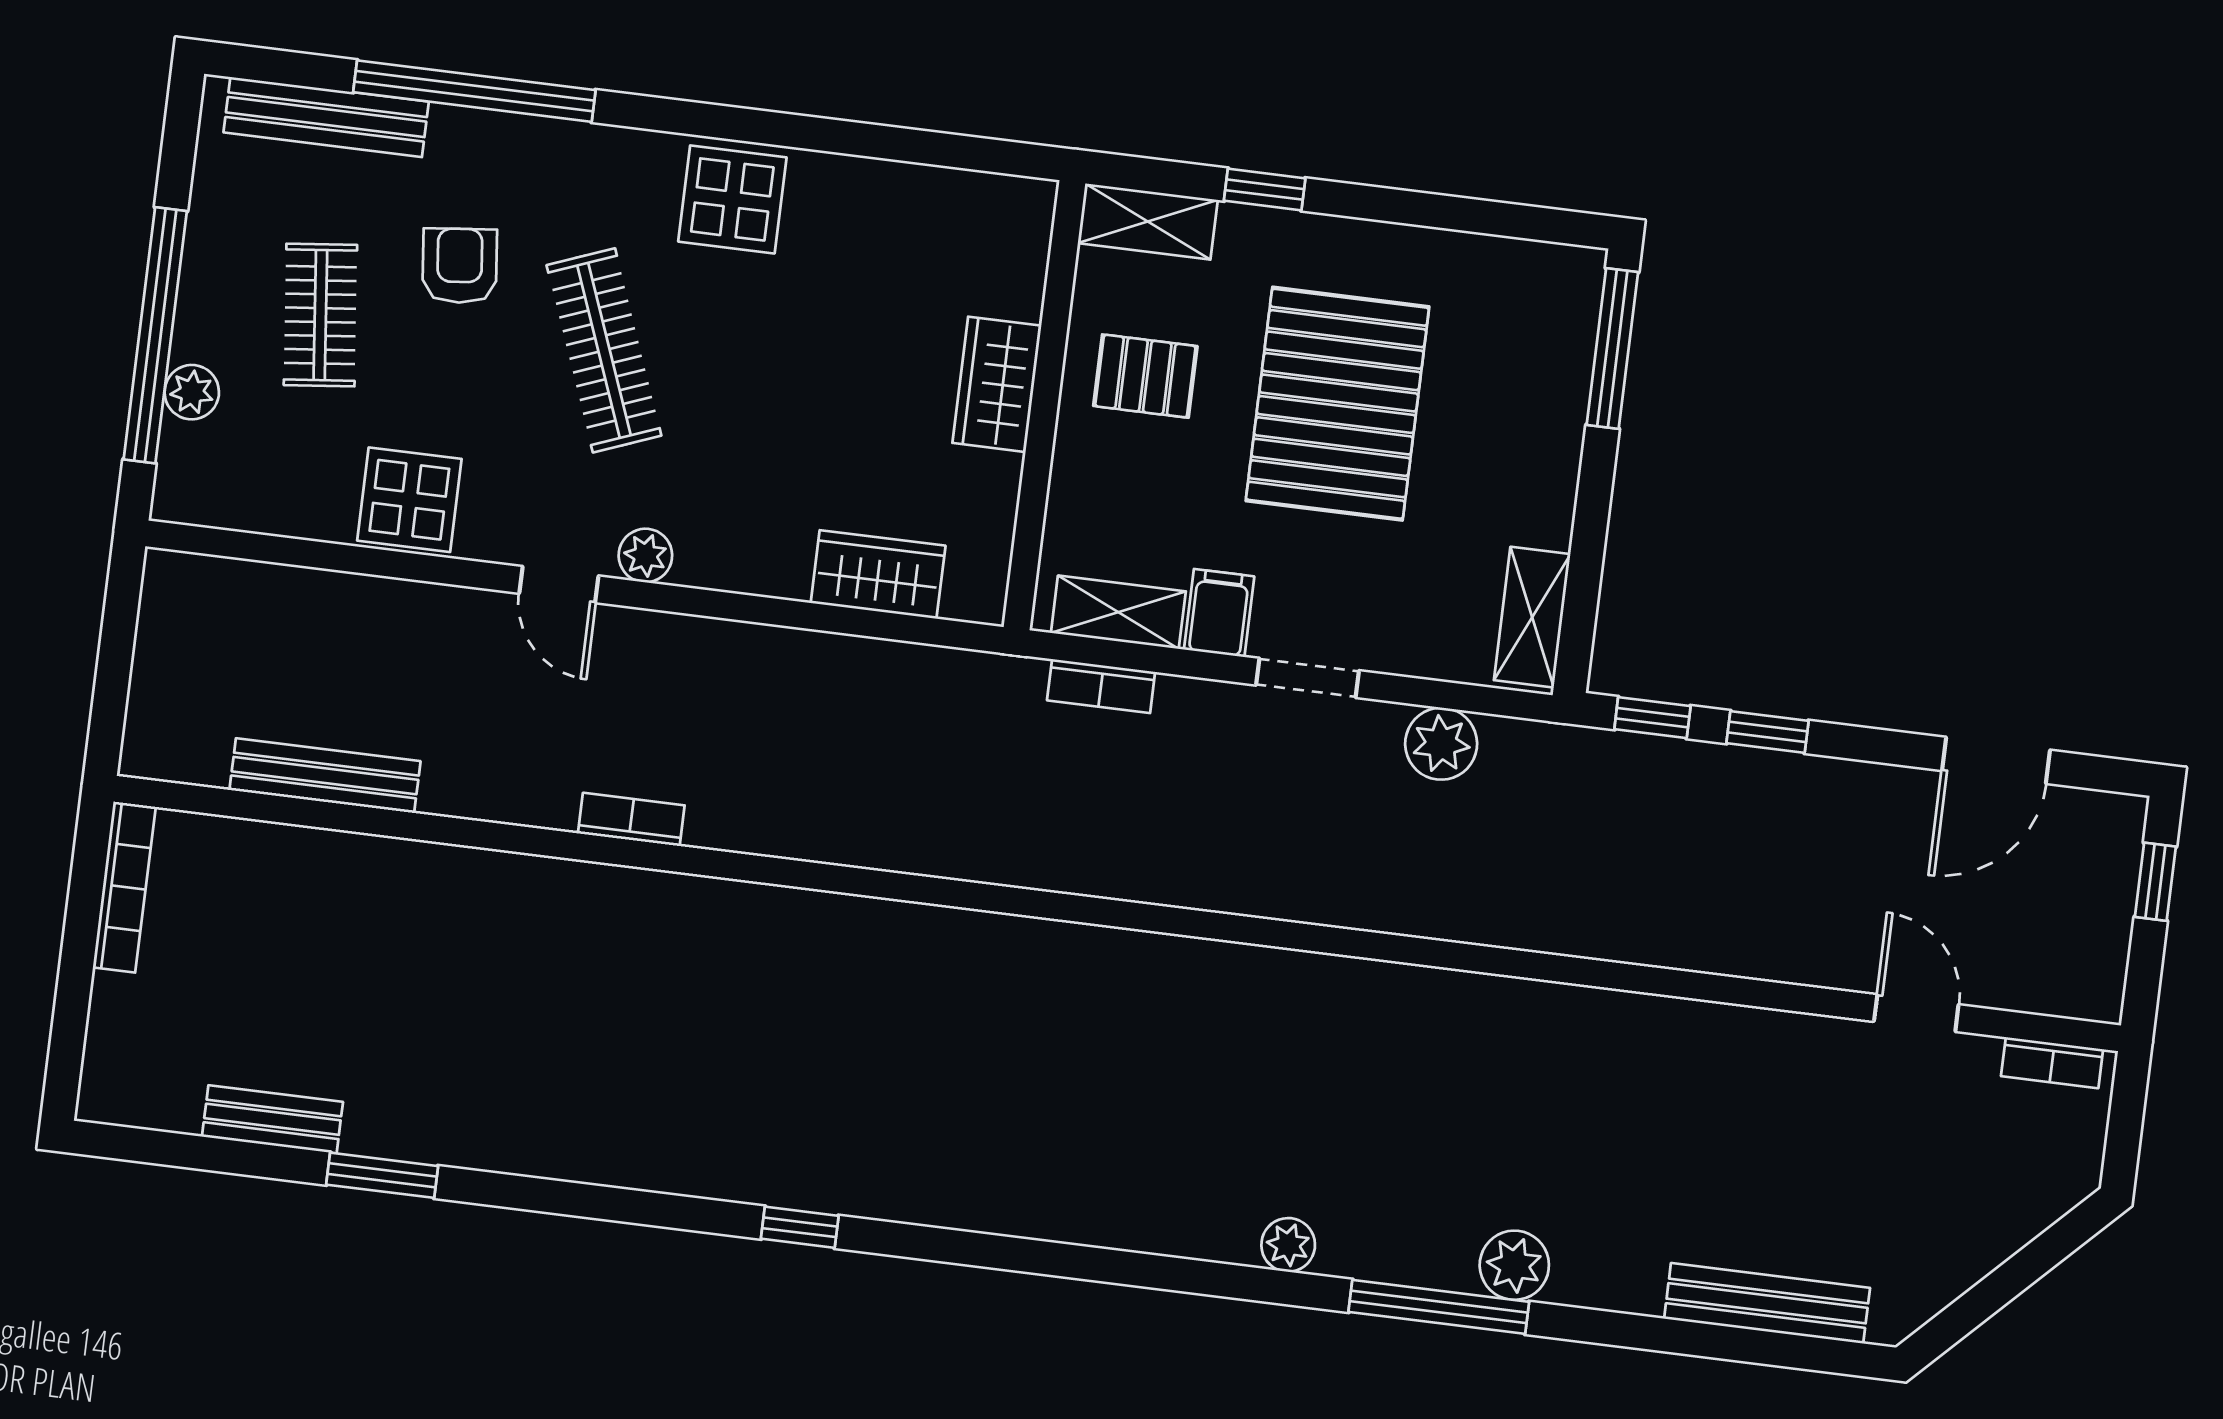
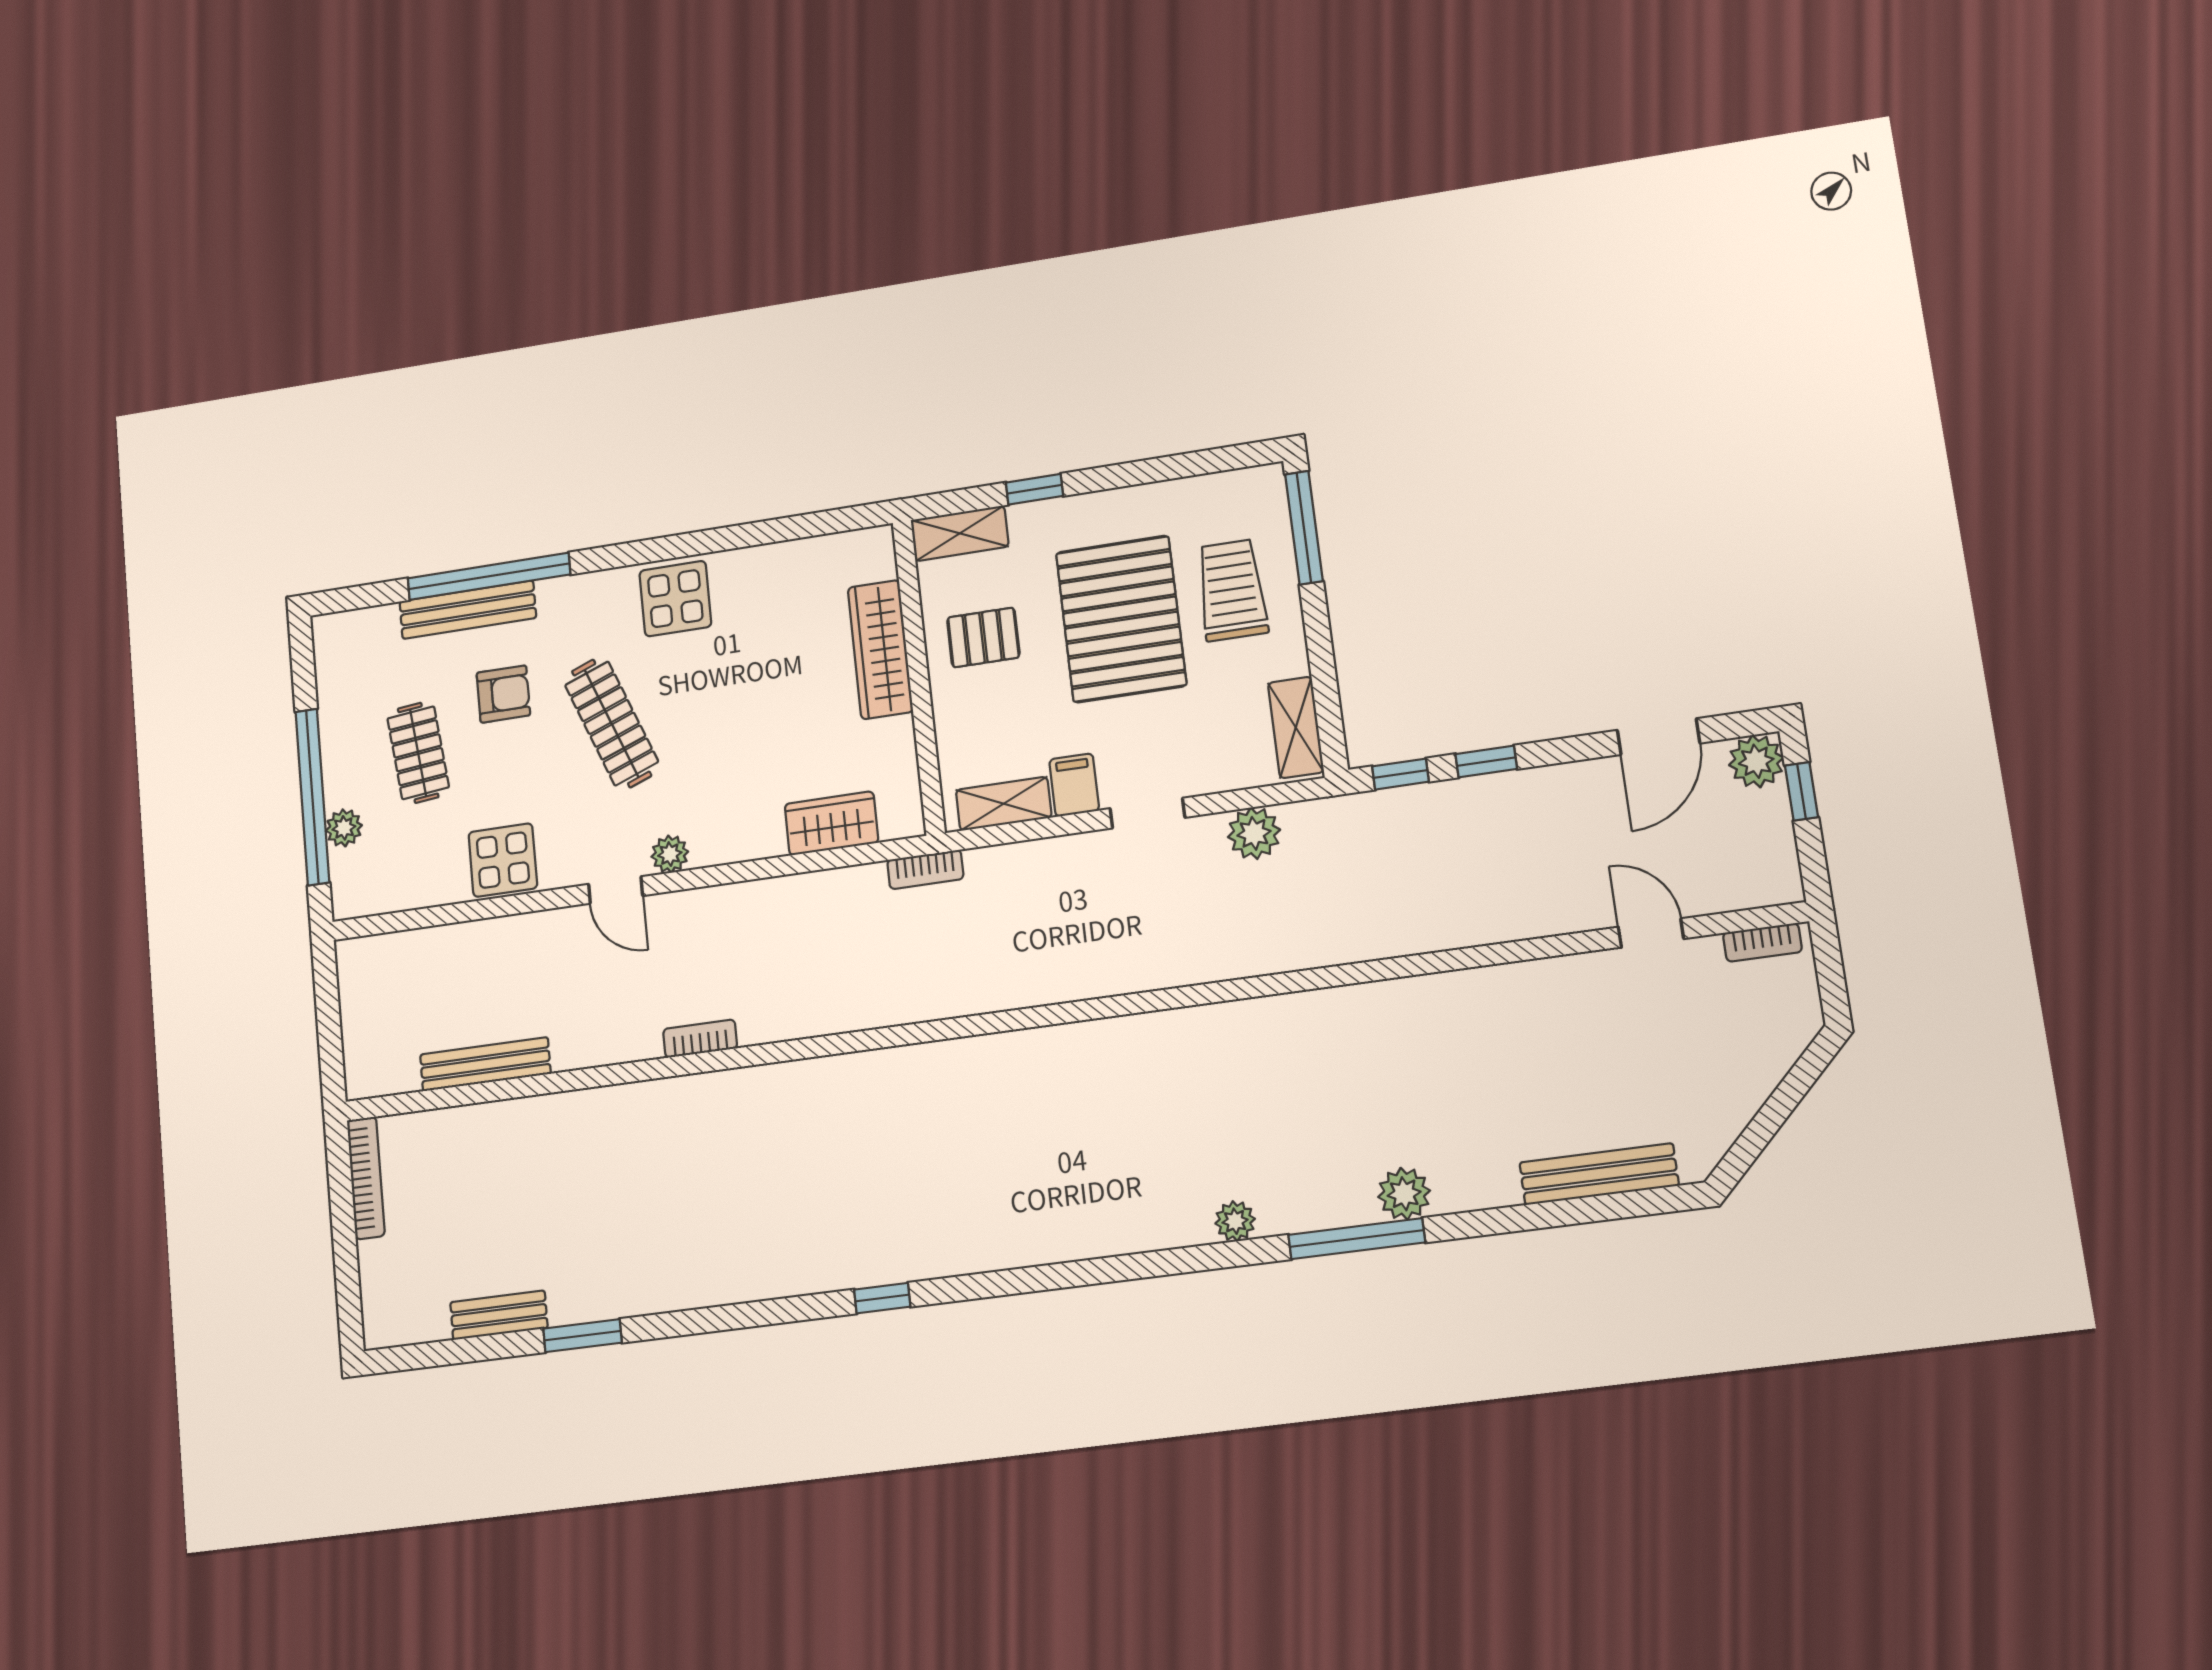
bench: (326, 117) -> (468, 610), moved
armchair: (460, 266) -> (503, 694), turned 96
wardrobe: (997, 384) -> (880, 650), width x1.50
trolley: (1495, 407) -> (1232, 590), added
bookcase: (1101, 686) -> (925, 869), moved
plant: (2110, 827) -> (1756, 761), added

